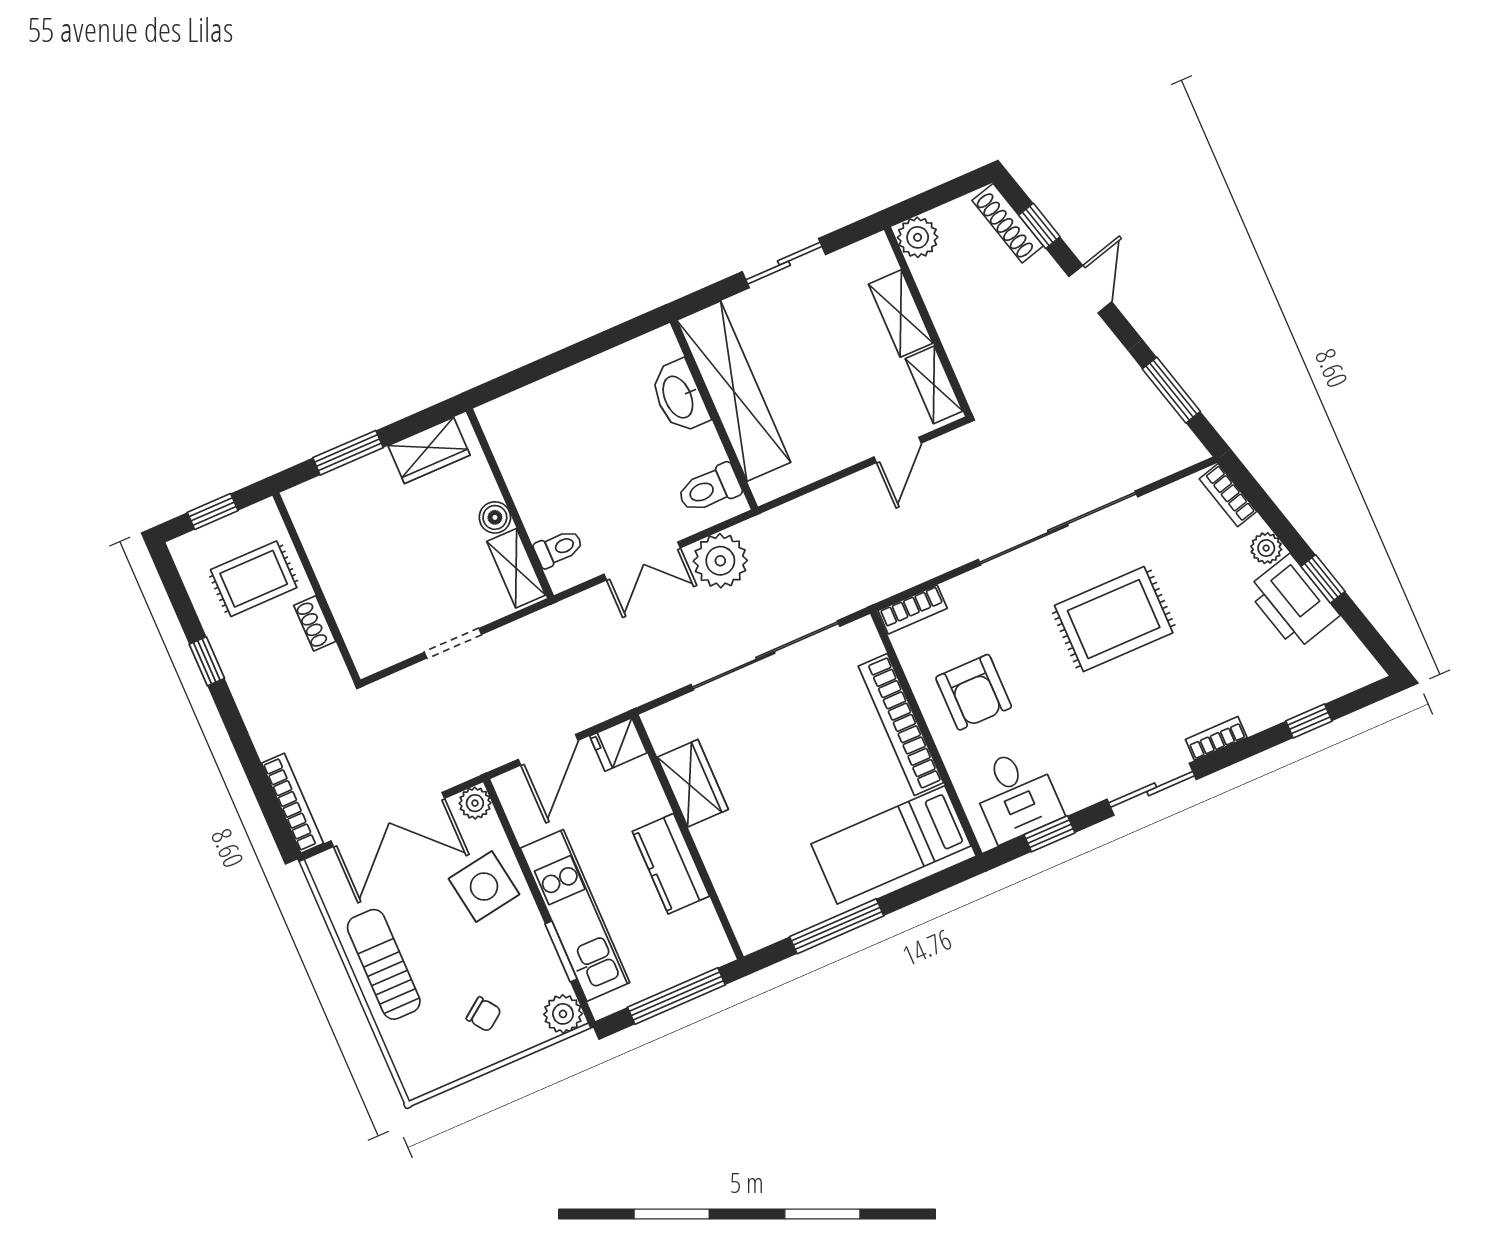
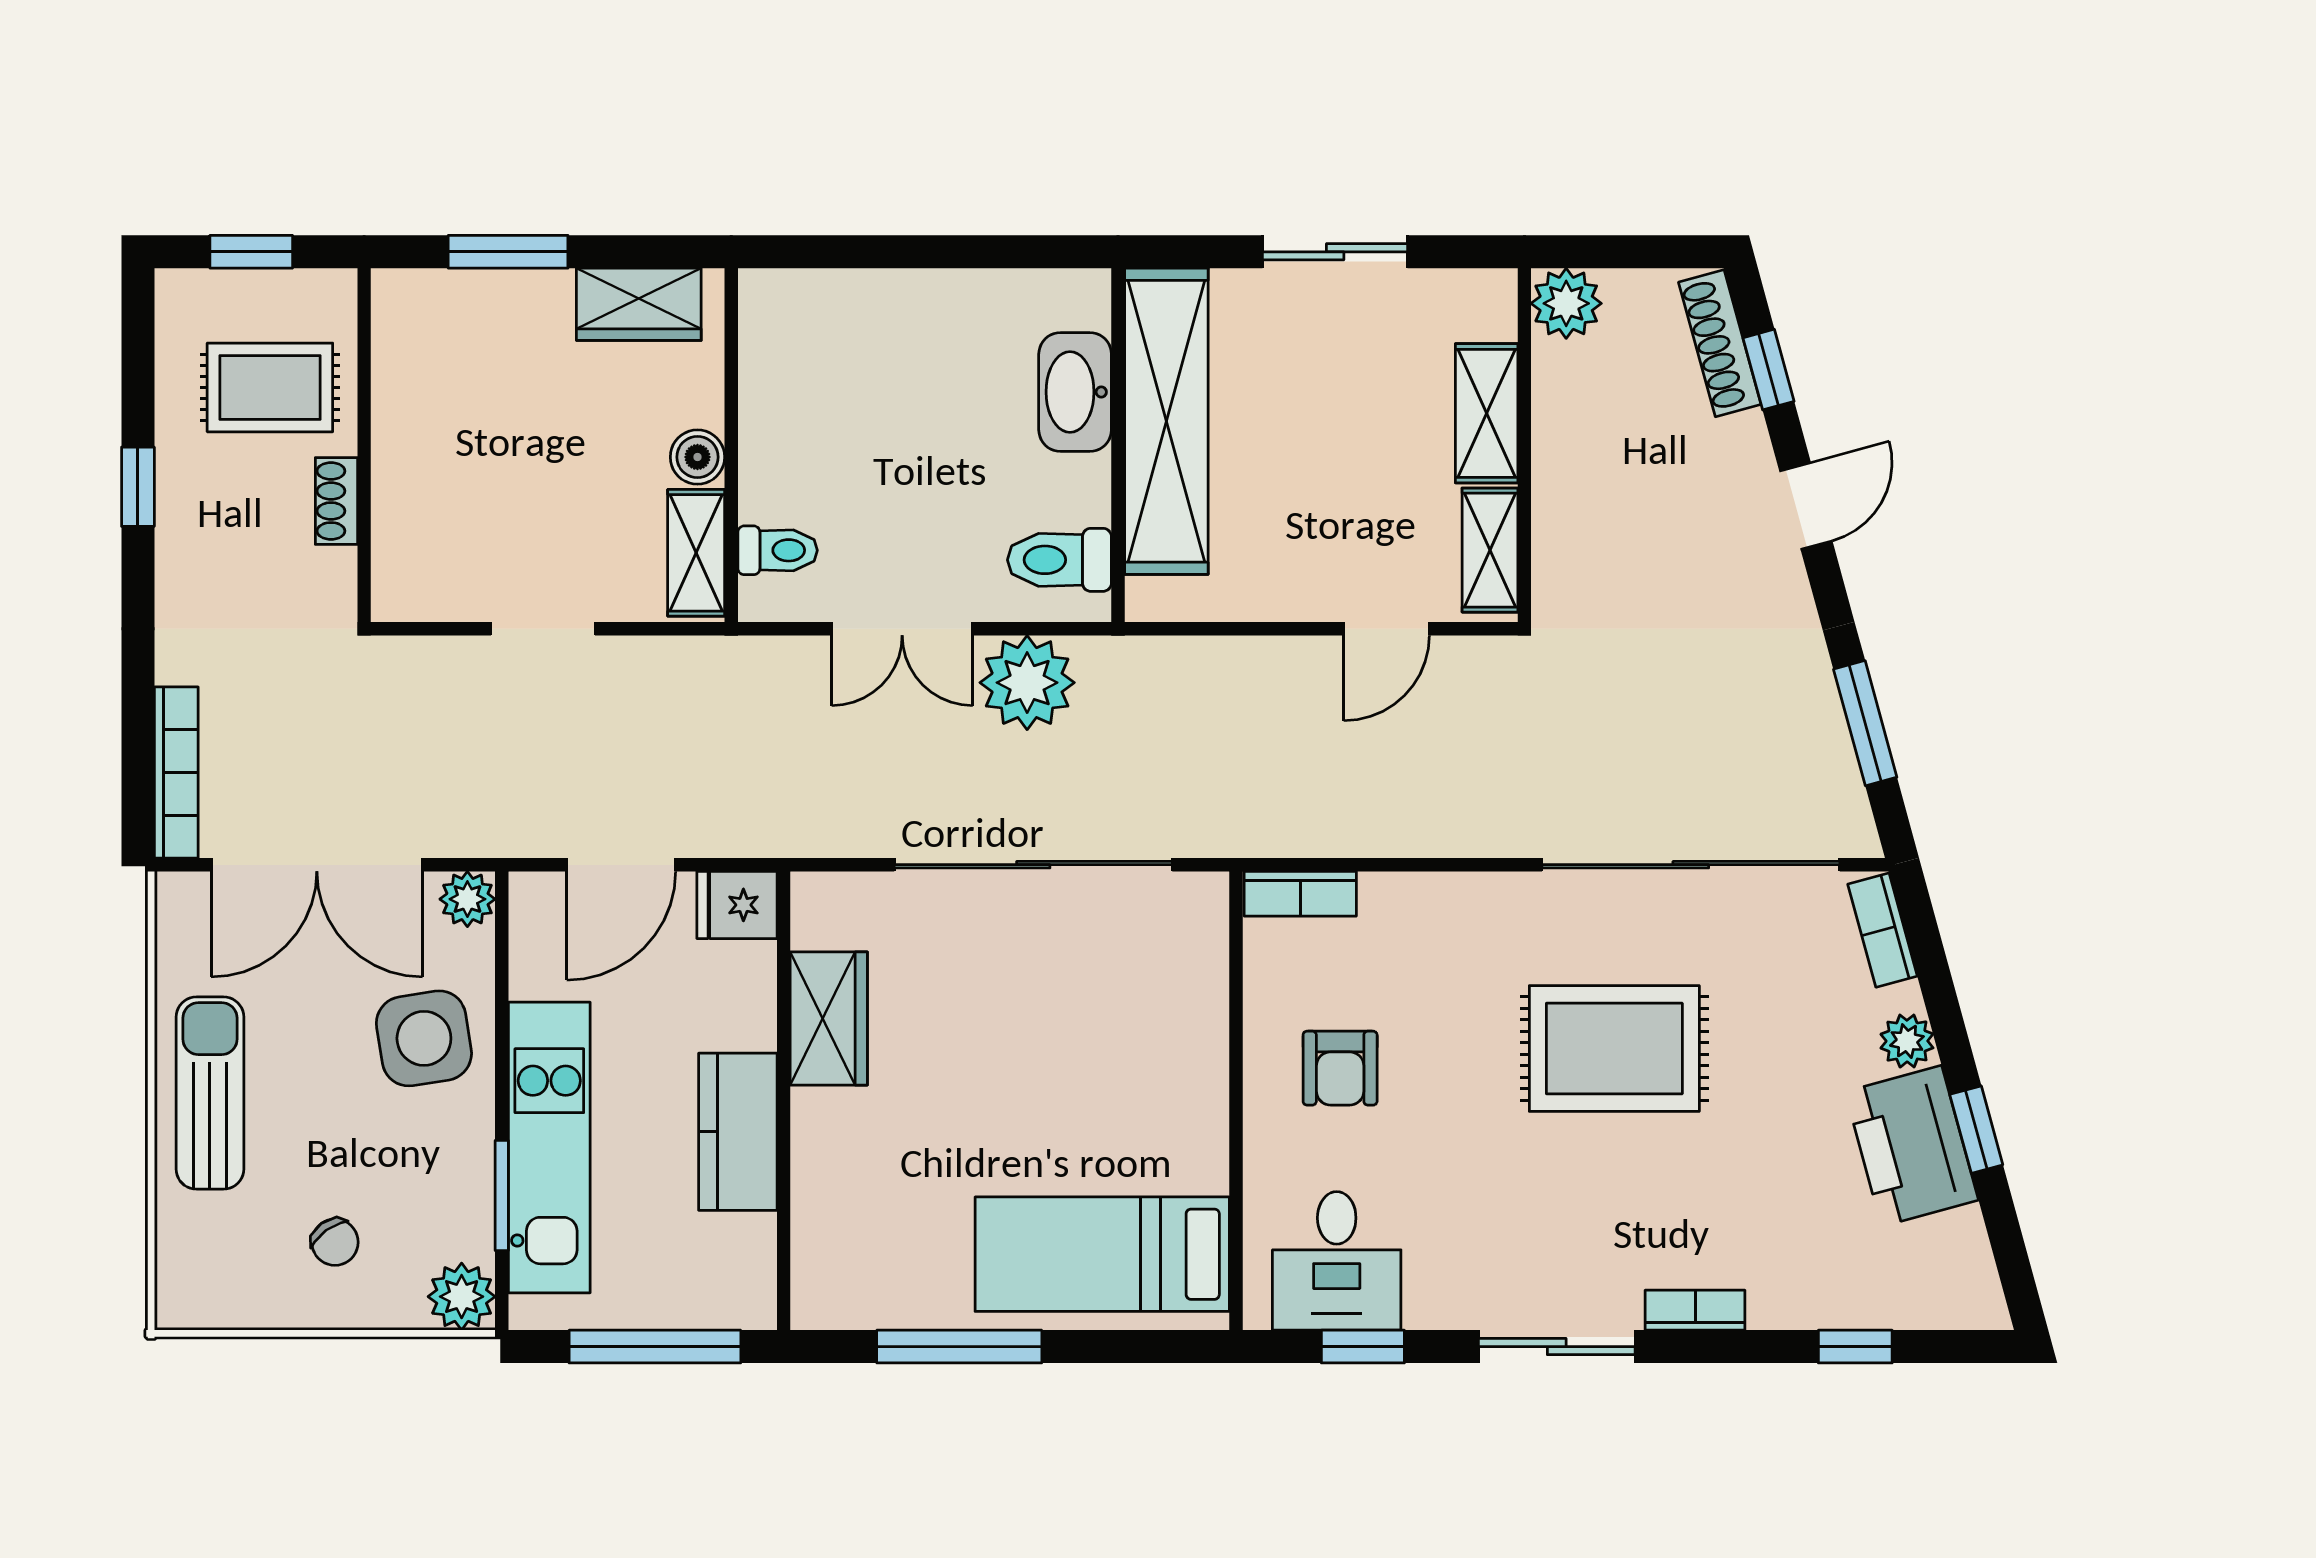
sliding door: (1058, 528) -> (1691, 865), moved
armchair: (974, 692) -> (1340, 1068), width x0.72, depth x0.72
bookcase: (901, 724) -> (1202, 1069), removed

